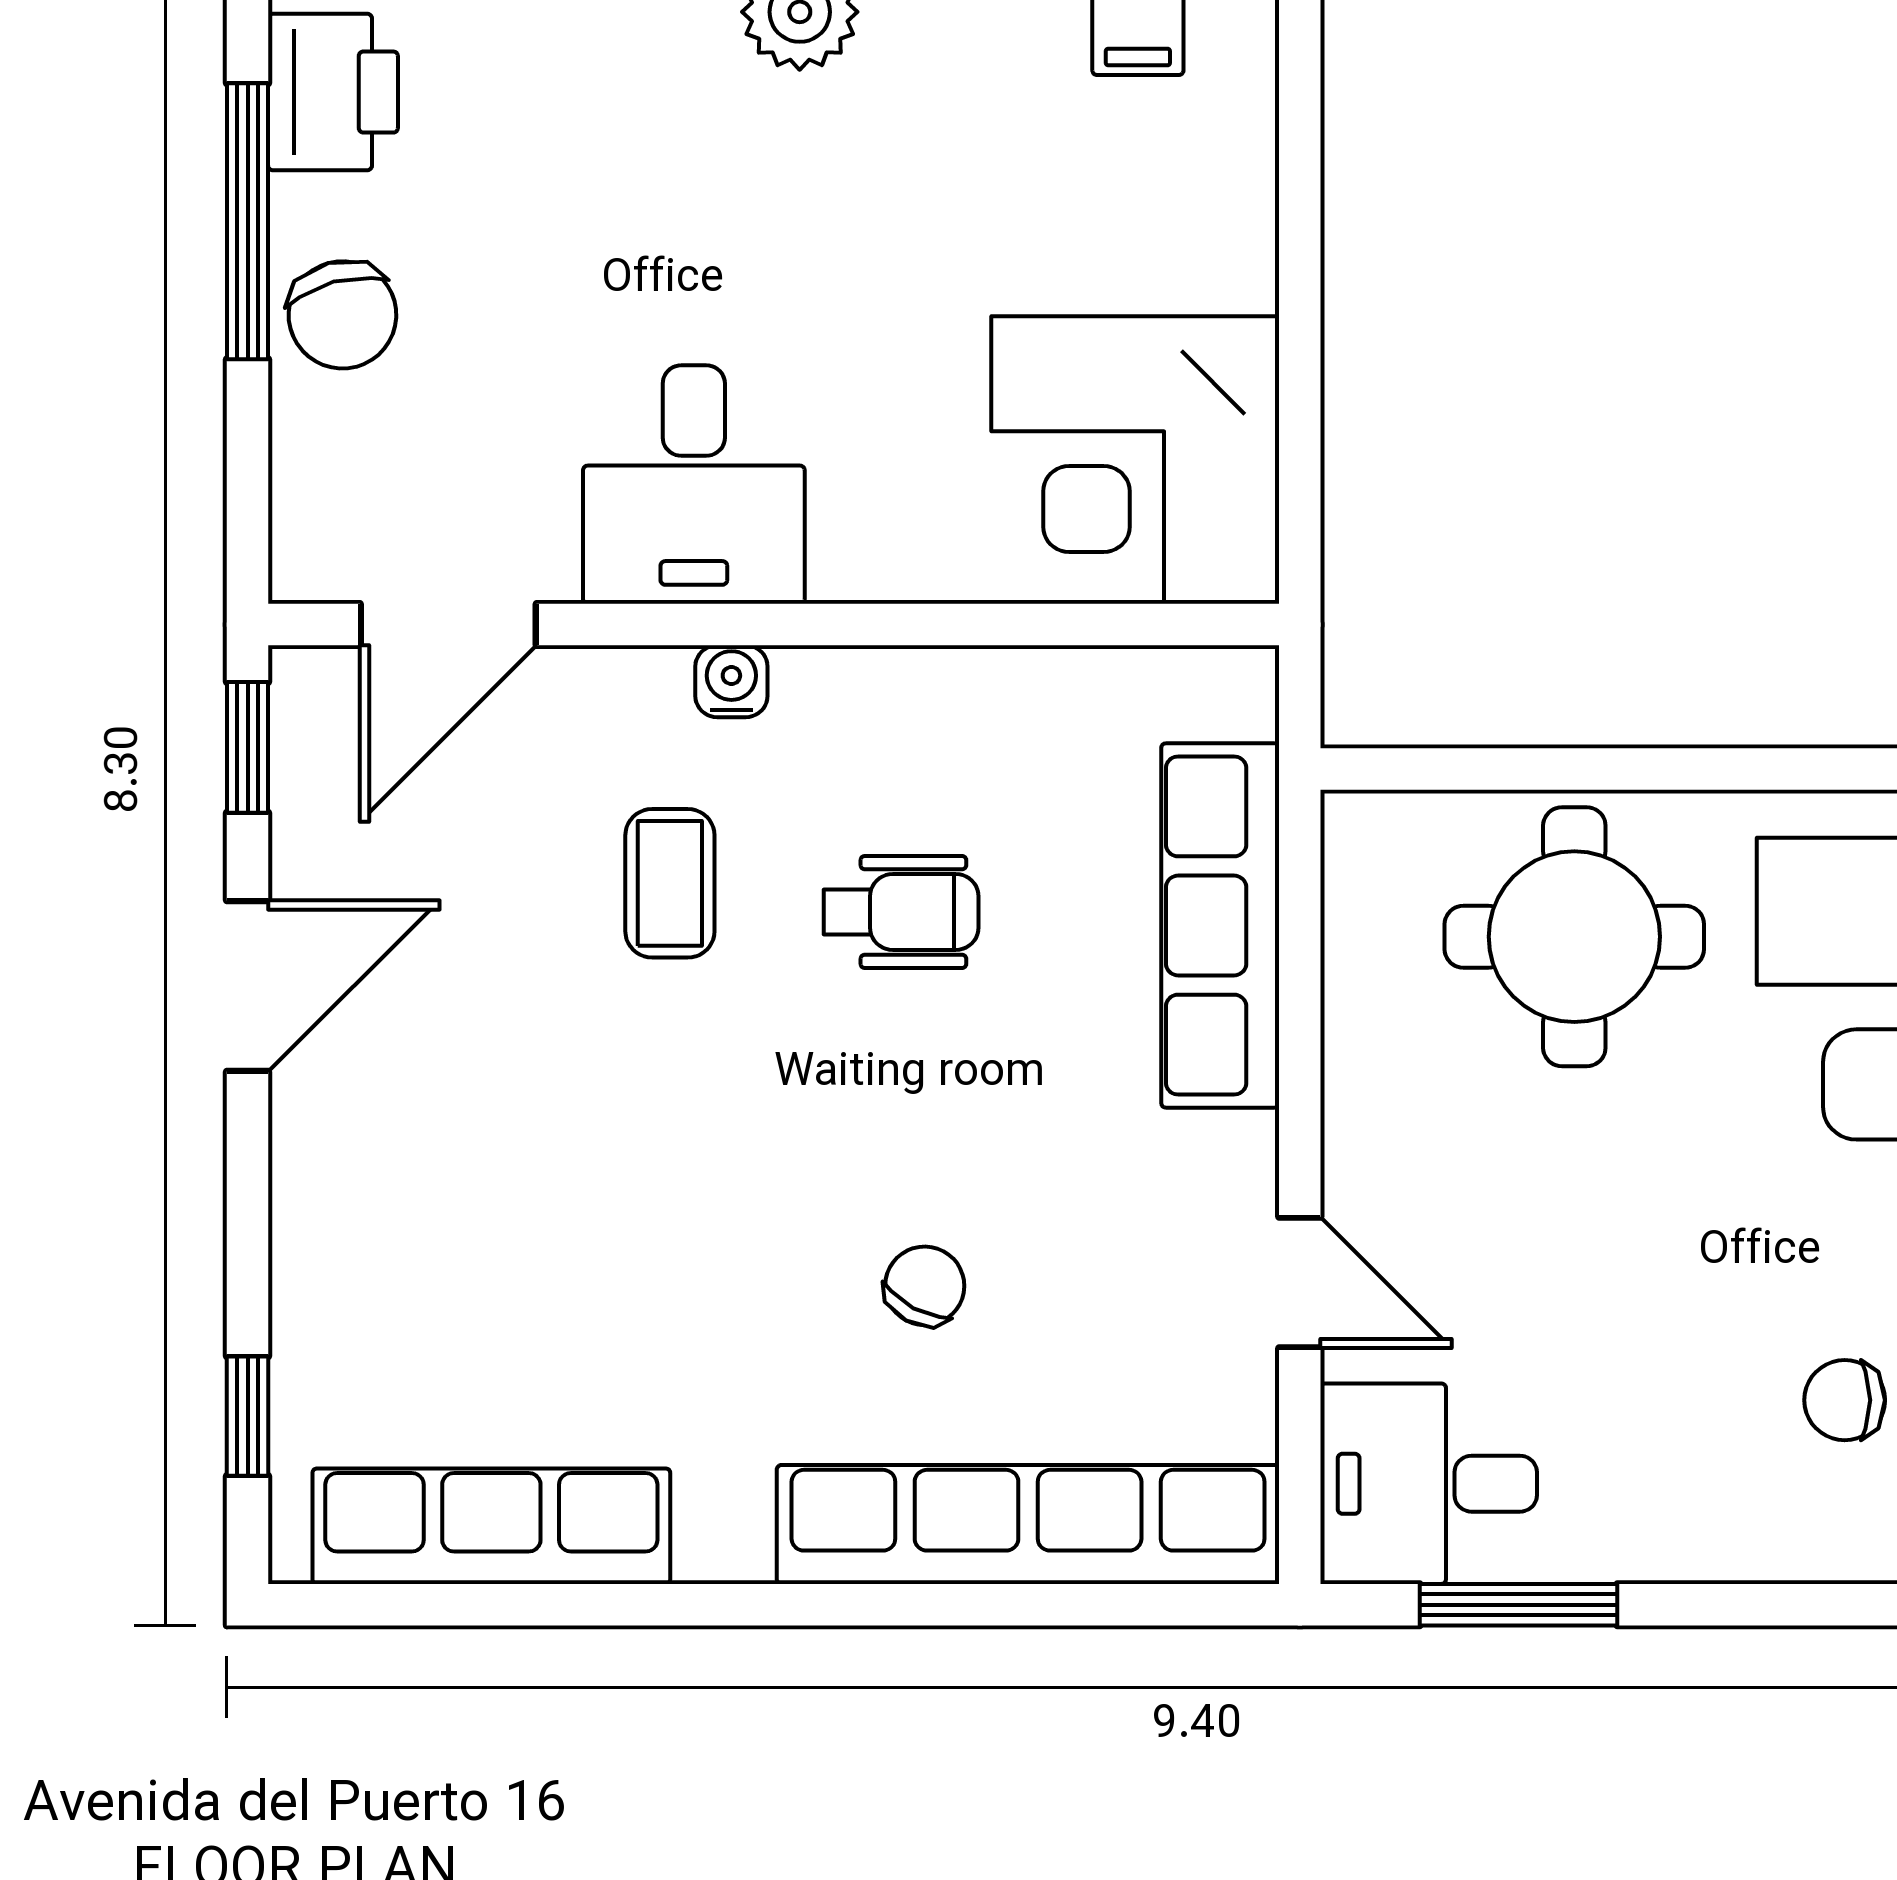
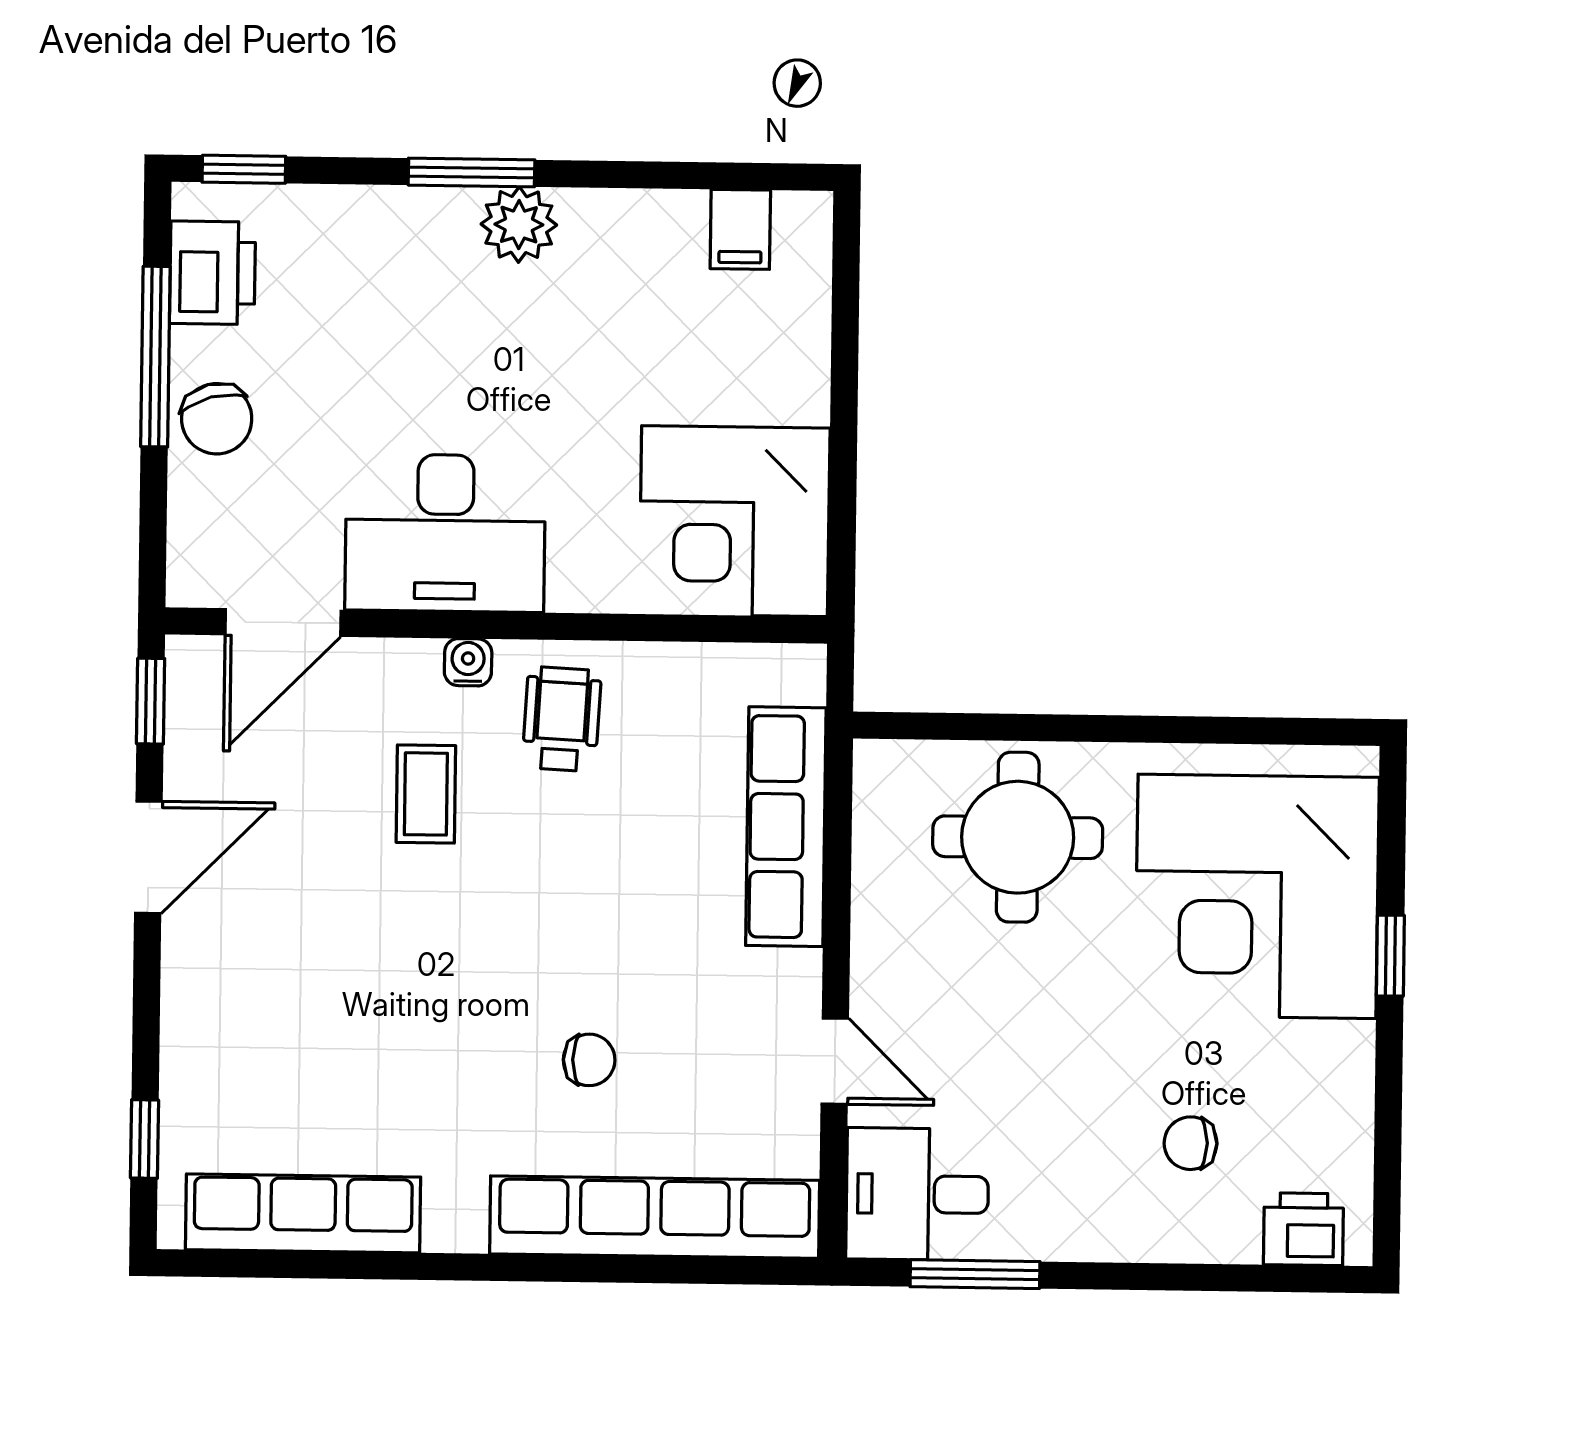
desk: (694, 485) -> (445, 533), width x1.37
wheelchair: (901, 912) -> (562, 719), moved, turned -87
chair: (925, 1286) -> (589, 1060), turned 62

